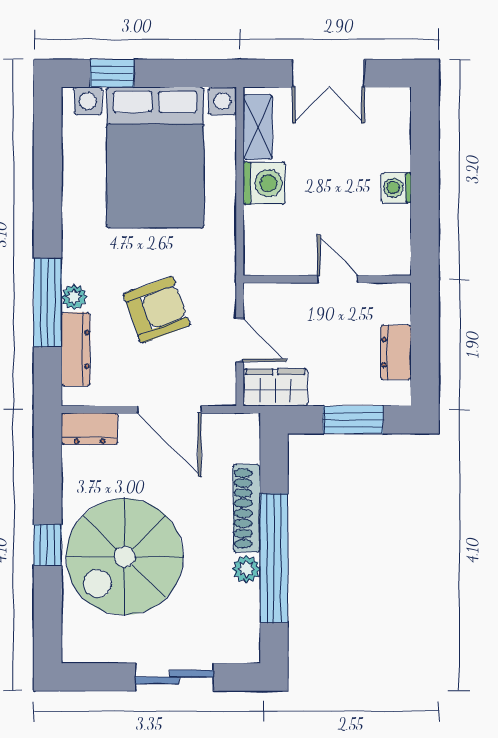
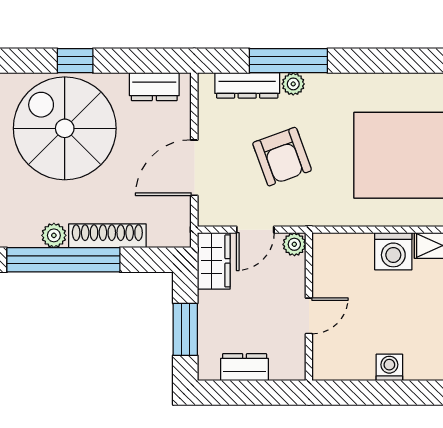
plant: (256, 296) -> (294, 244), added
dresser: (90, 429) -> (154, 87), moved, turned -90

